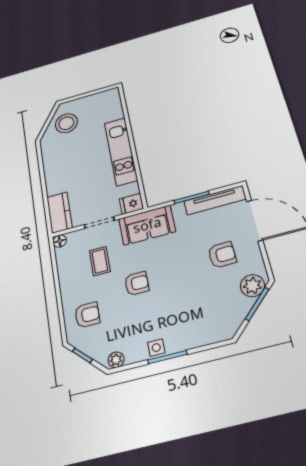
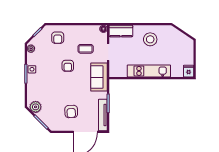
stool: (66, 123) -> (150, 39), moved
fridge: (131, 204) -> (189, 71), moved
plant: (252, 286) -> (36, 107), moved

